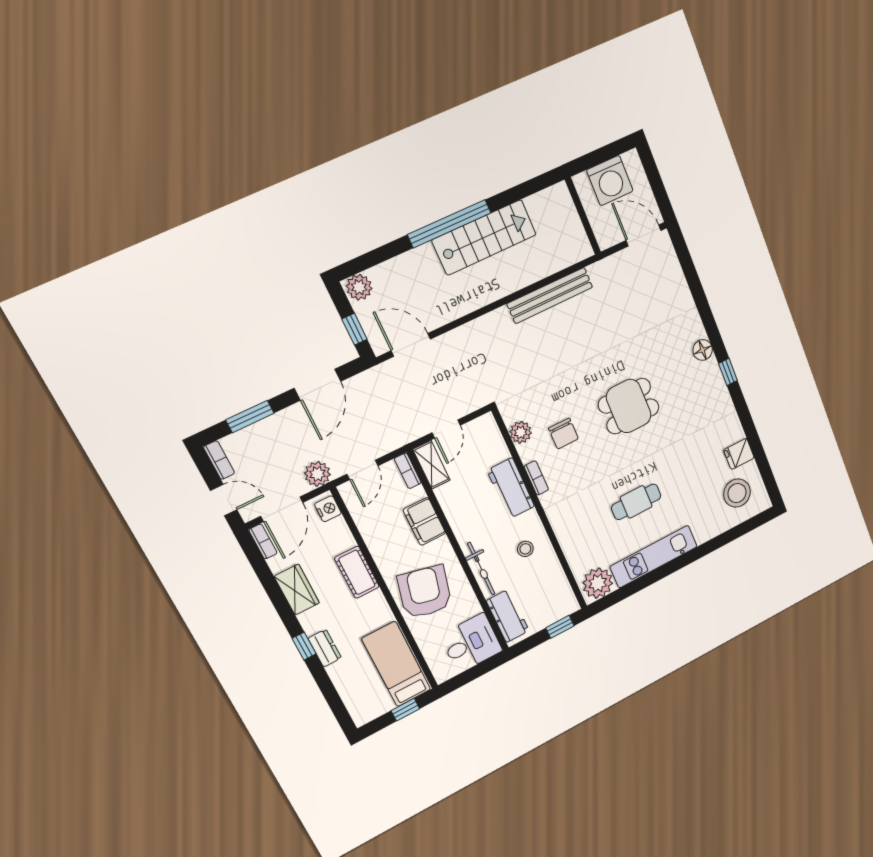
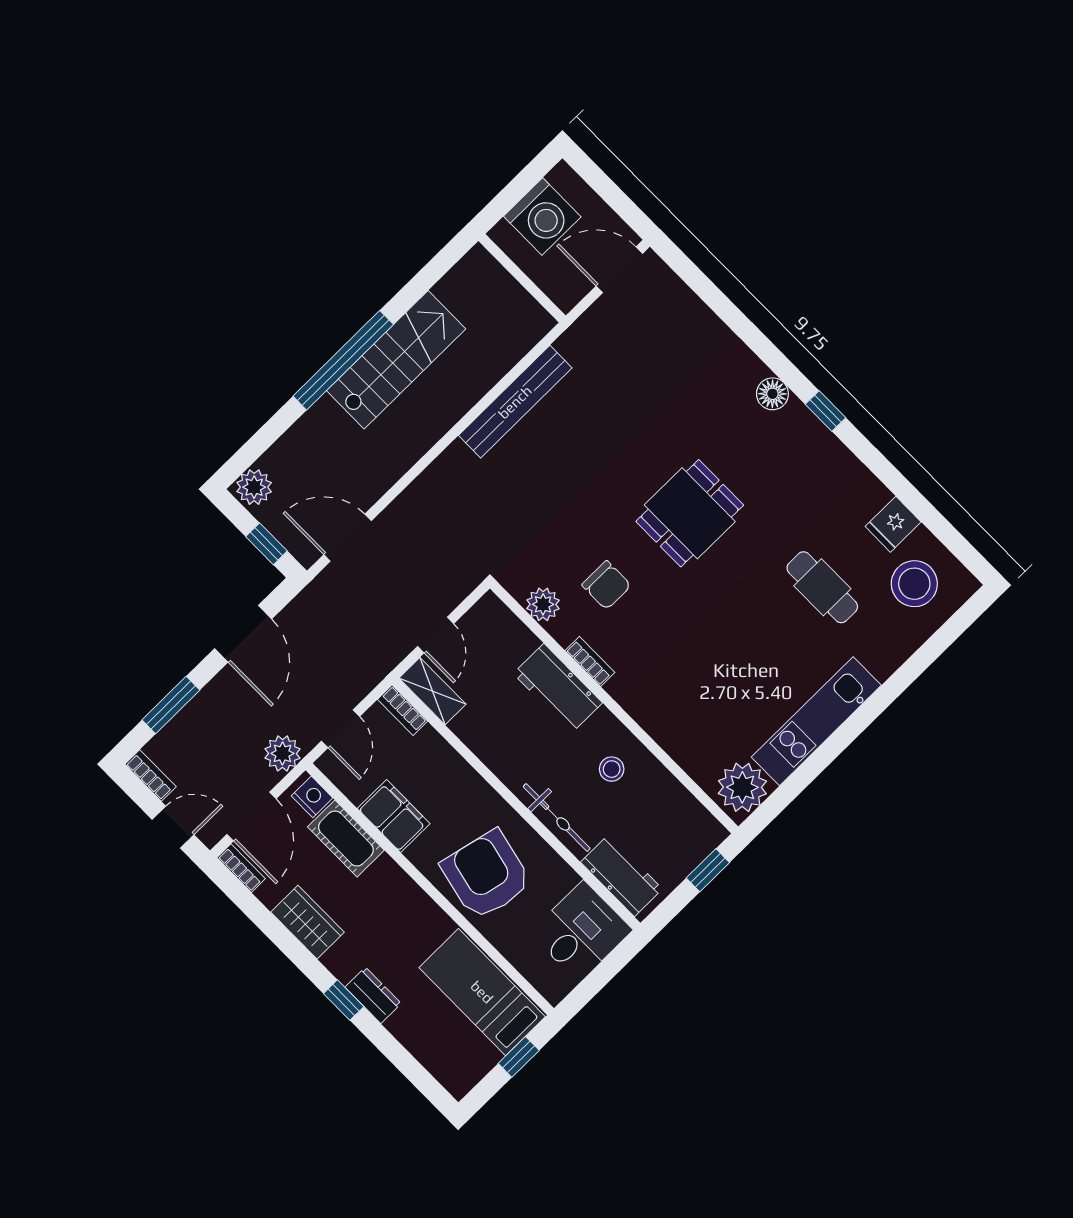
cafe table: (636, 502) -> (822, 587), moved, turned 90
filing cabinet: (424, 521) -> (394, 816), moved, turned 180
cot: (357, 572) -> (346, 838), moved

